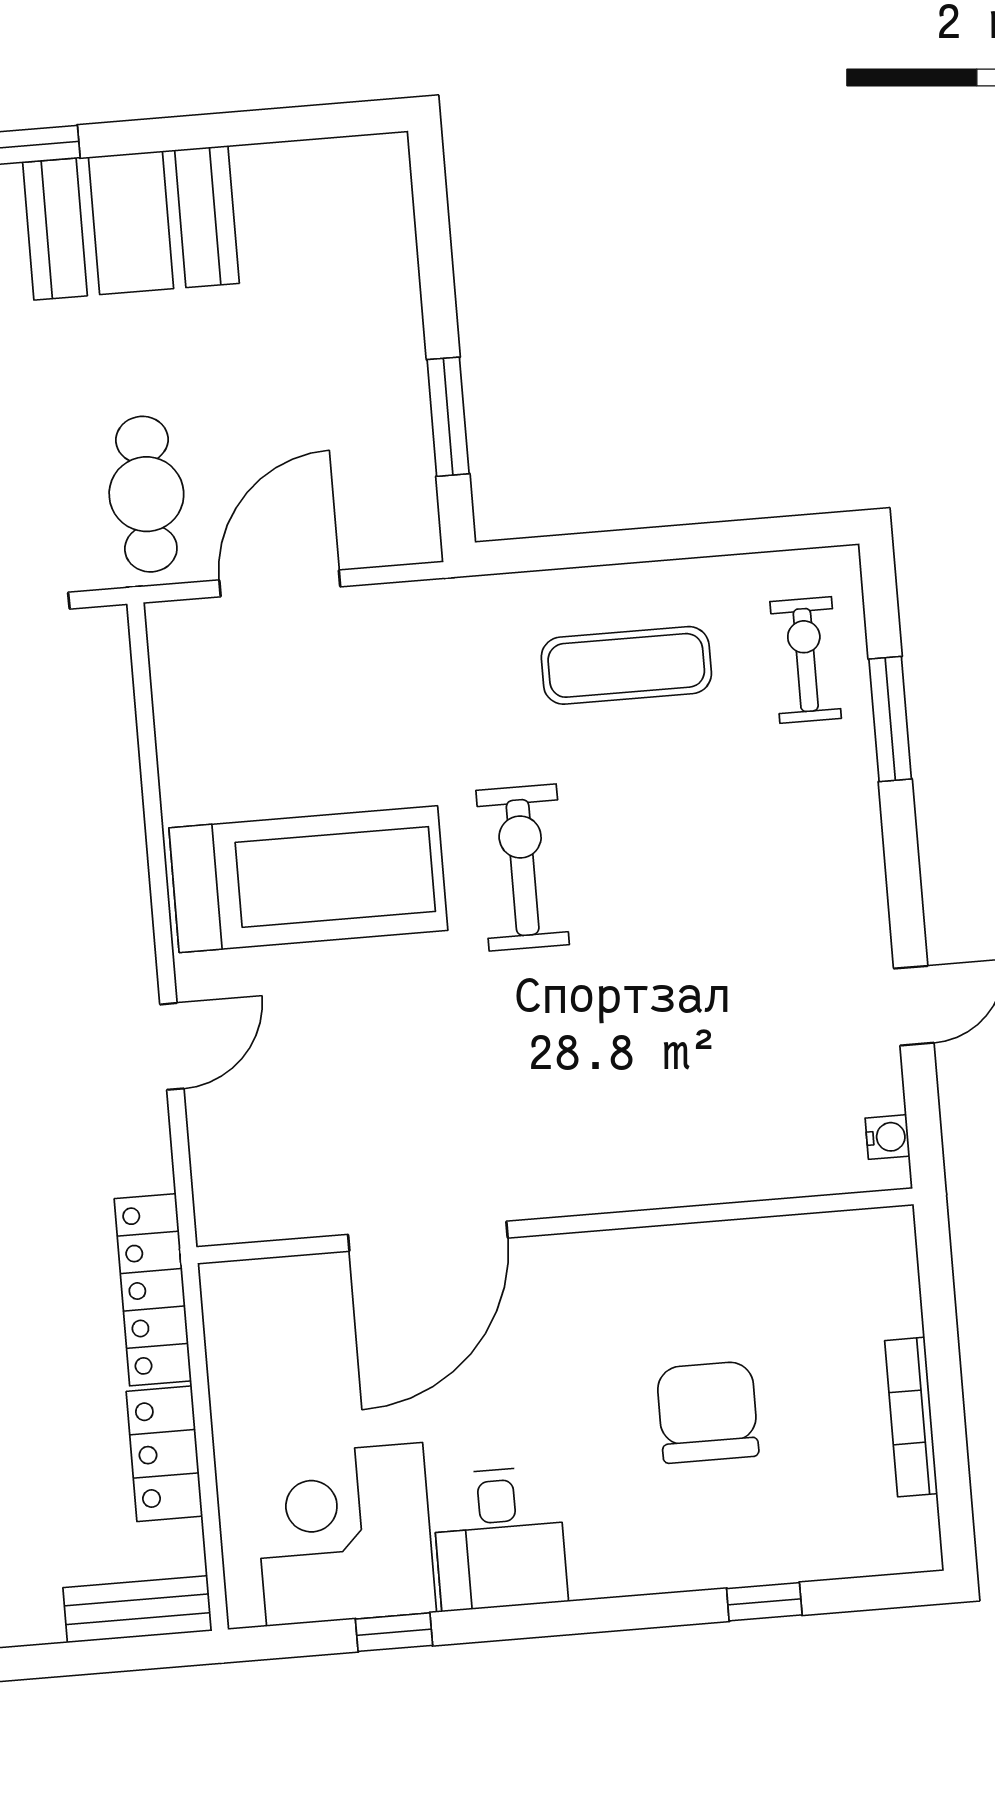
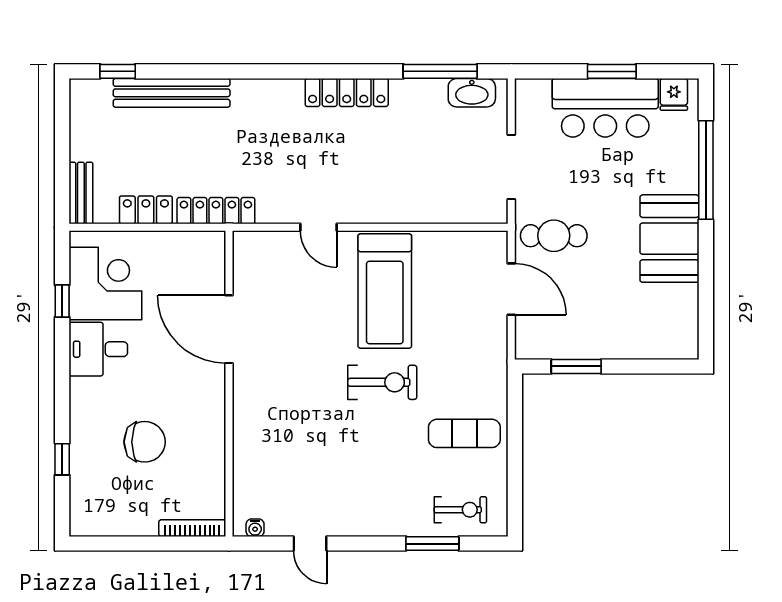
exercise mat: (626, 665) -> (464, 433), turned 90
bookcase: (911, 1417) -> (192, 528), moved

